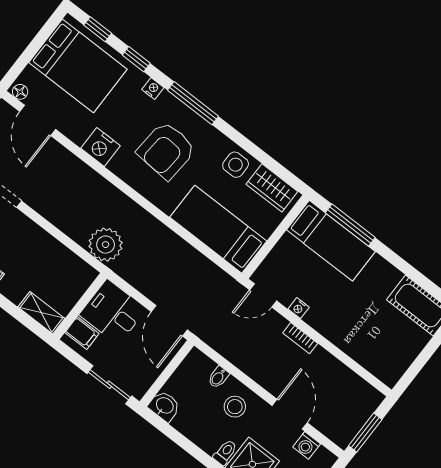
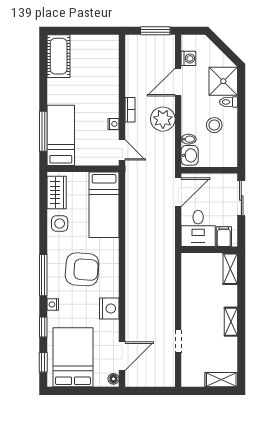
plant: (106, 245) -> (163, 119), moved
washbasin: (164, 406) -> (190, 155), moved, turned 180
stool: (235, 407) -> (214, 125), moved

